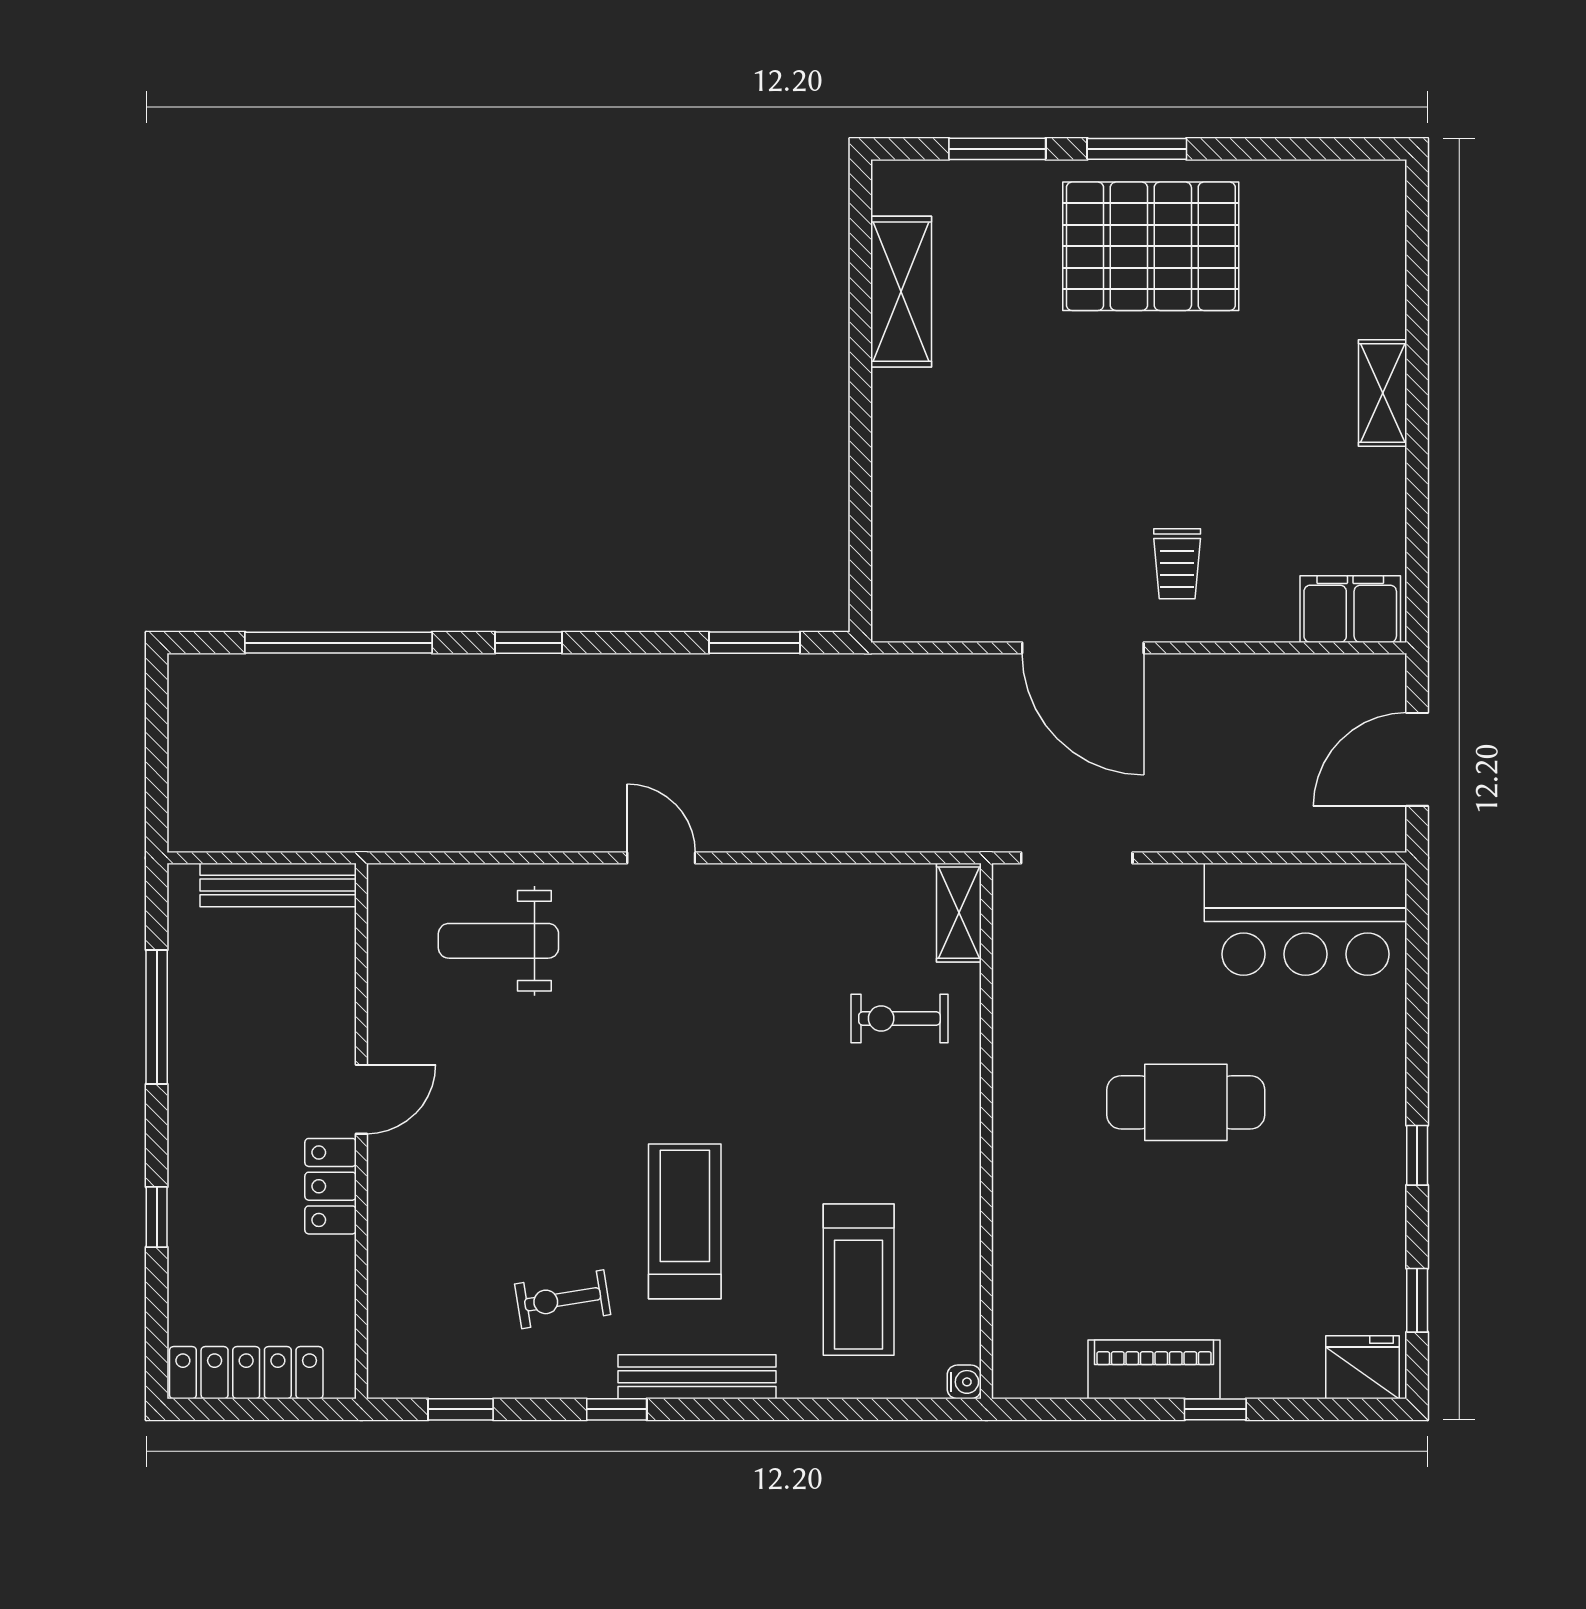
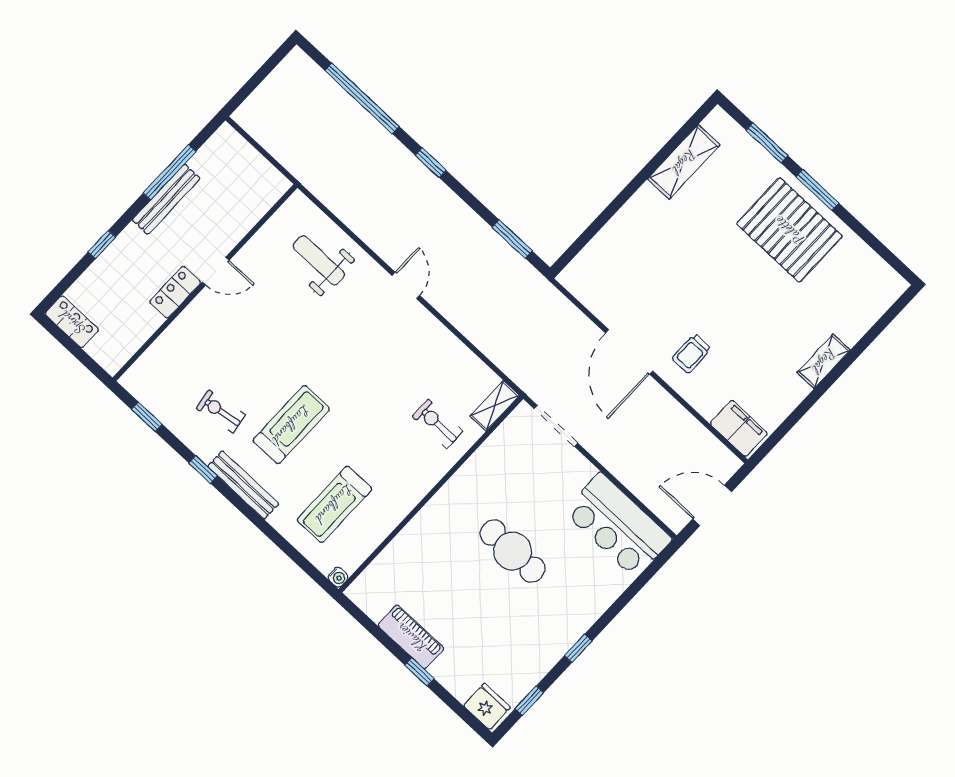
bench: (278, 885) -> (166, 199), moved, turned 90
locker: (246, 1373) -> (72, 322), width x0.66

